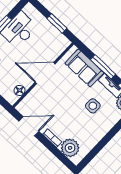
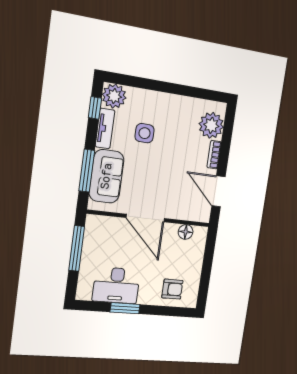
window: (57, 23) -> (77, 248), width x1.44
window: (103, 67) -> (87, 171), moved

